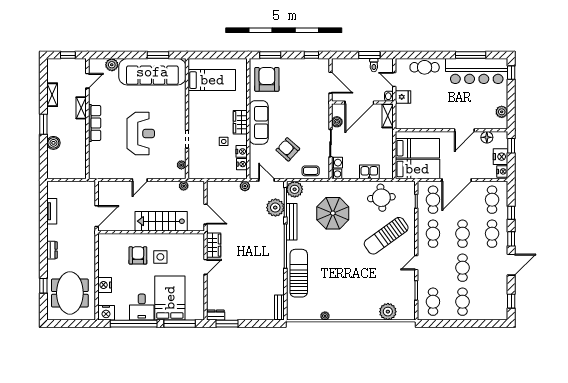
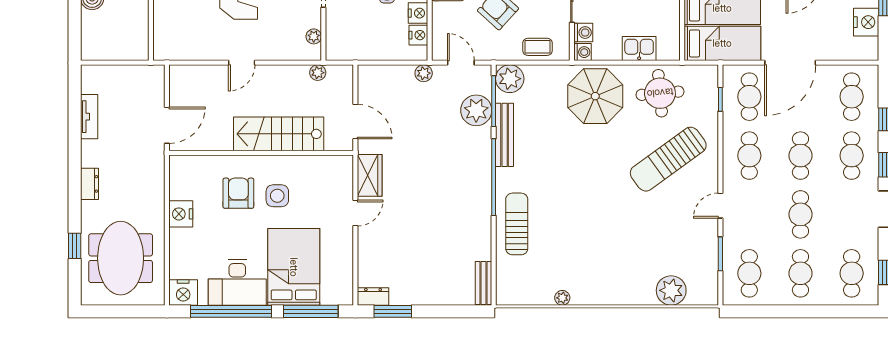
nightstand: (502, 171) -> (869, 48), removed
parasol: (333, 213) -> (595, 96), moved
sun lounger: (299, 273) -> (517, 224), width x0.73, depth x0.75
nightstand: (105, 285) -> (181, 214), moved
cafe table: (492, 302) -> (852, 273), added
desk: (142, 307) -> (237, 283), width x1.37

